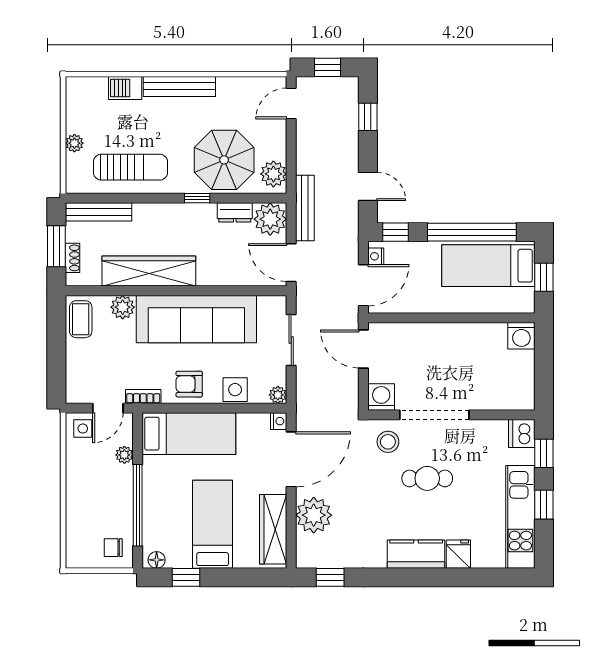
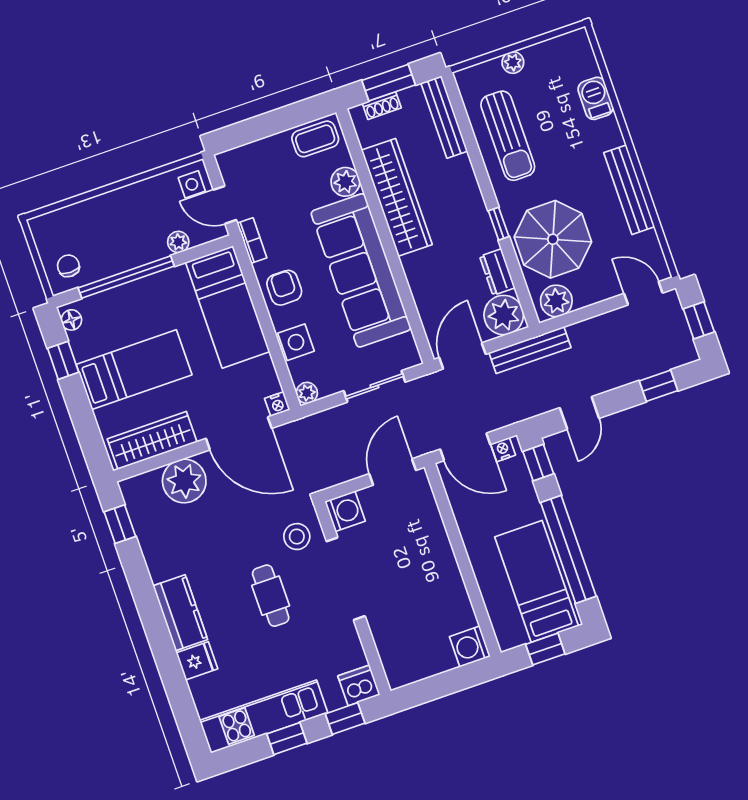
bench: (179, 86) -> (629, 190), moved

